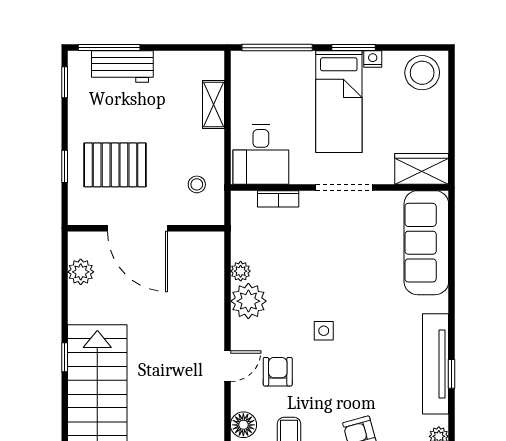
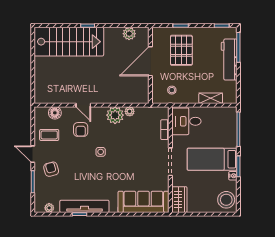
workbench: (122, 66) -> (229, 59), width x1.38
armchair: (278, 372) -> (81, 129), turned 90

